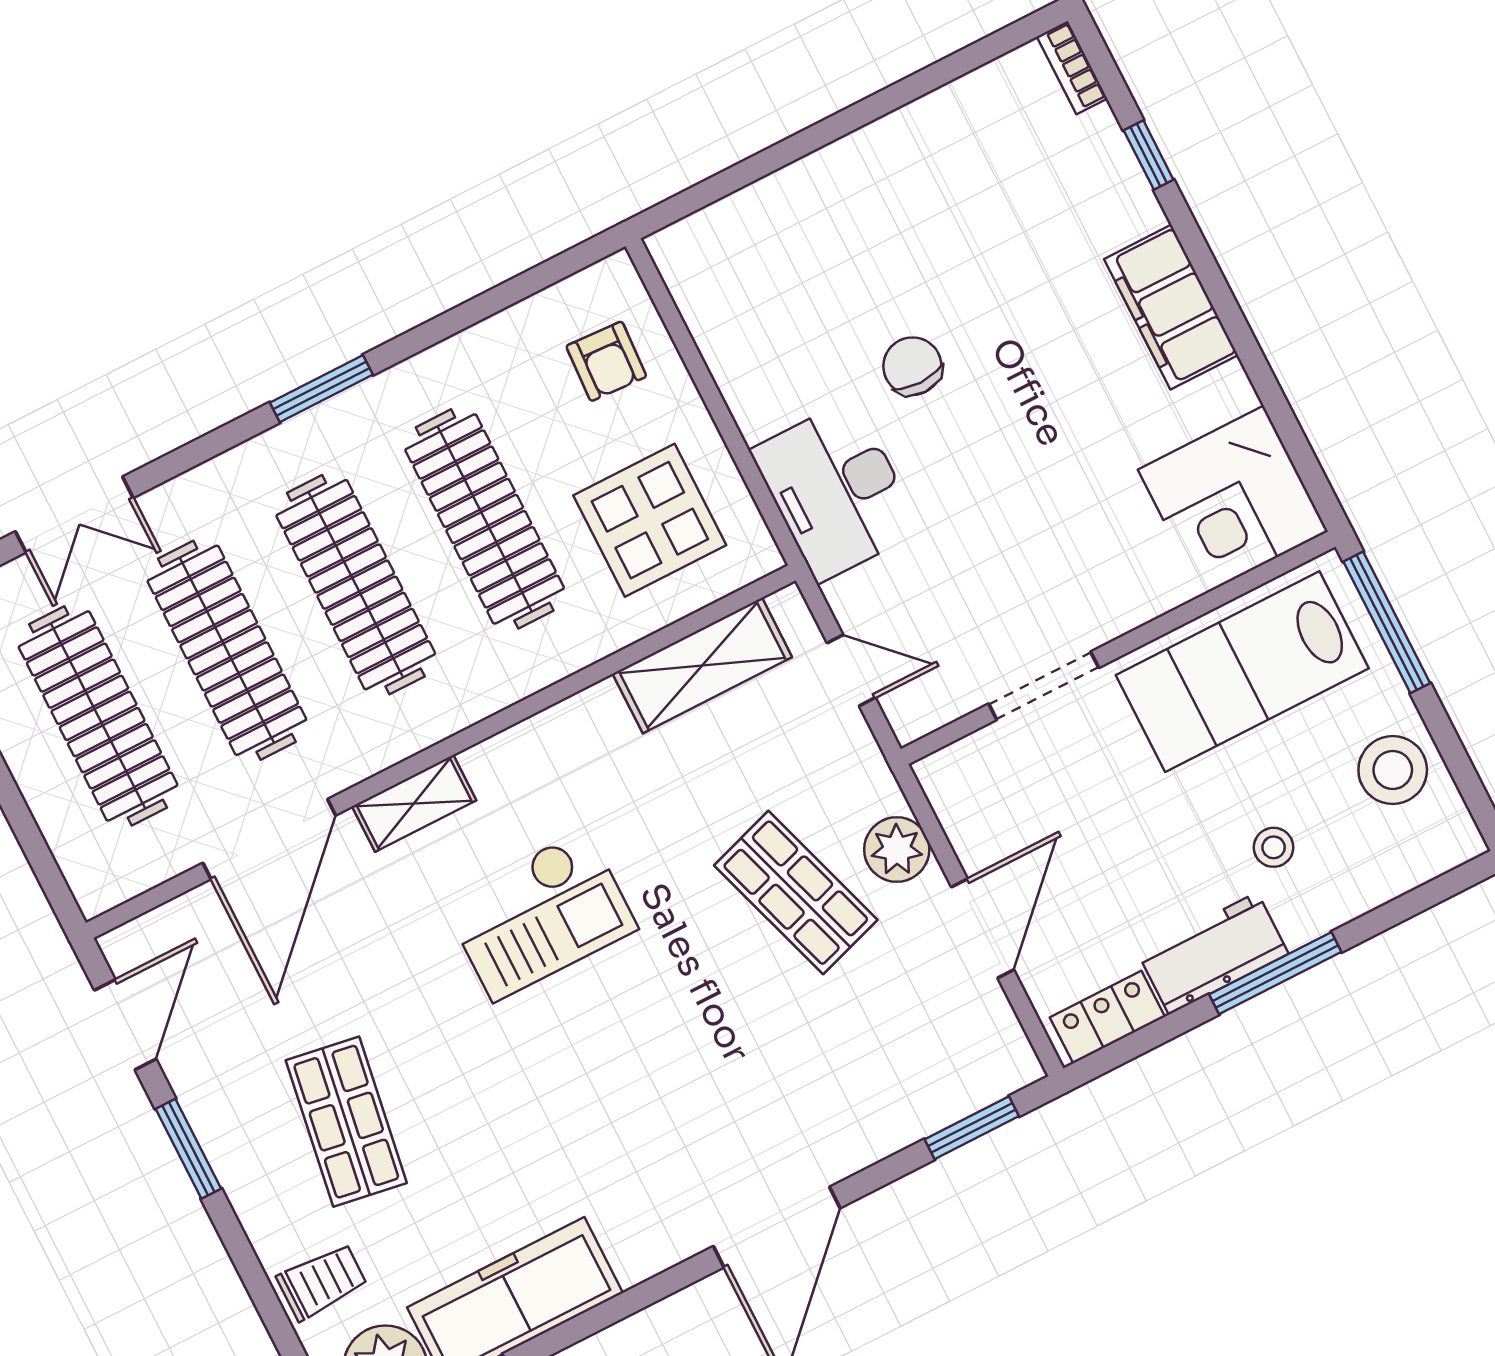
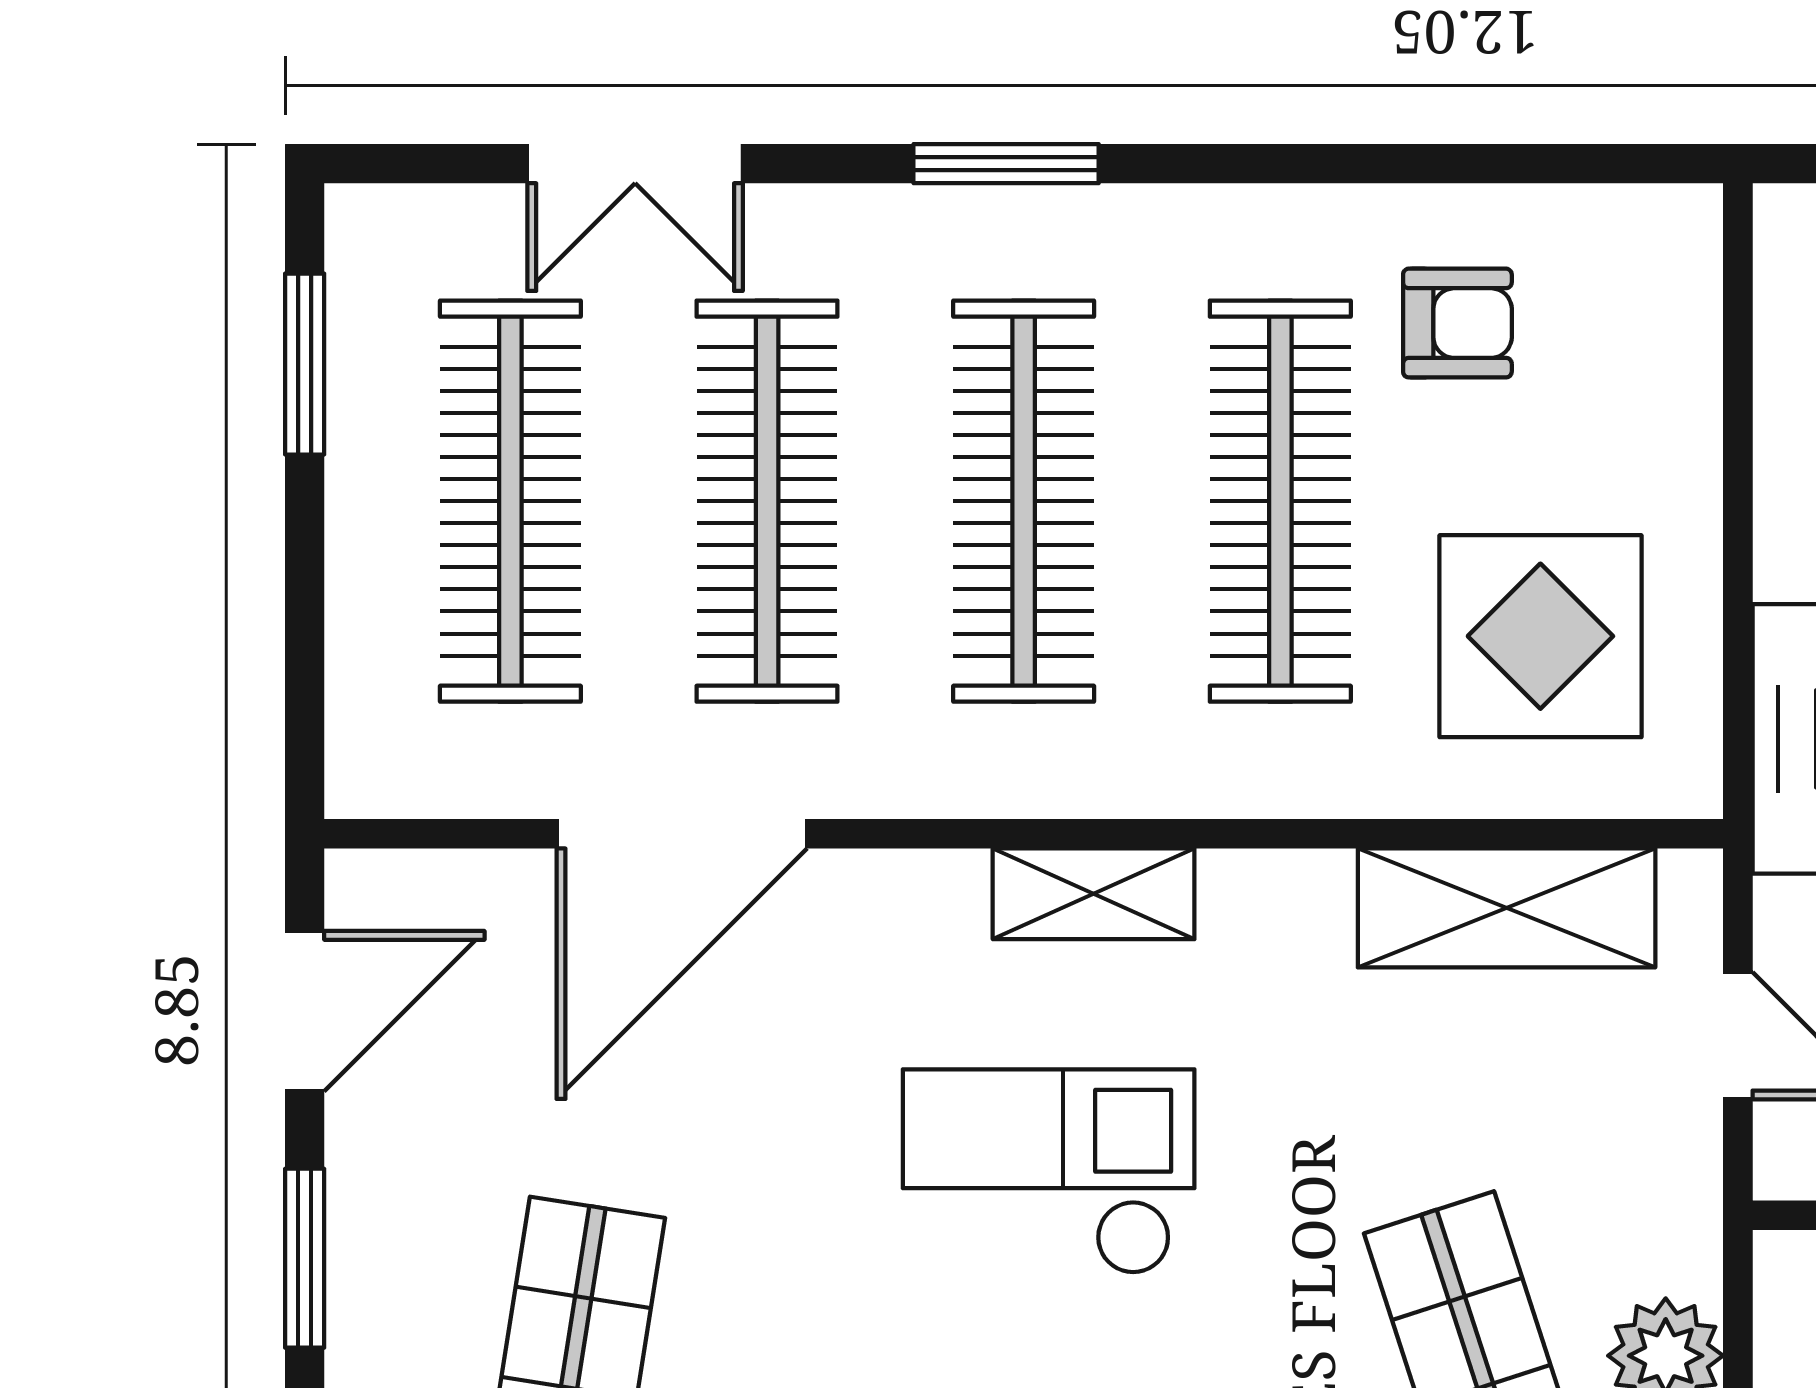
armchair: (606, 361) -> (1457, 323), moved, turned -93
window: (321, 389) -> (1006, 164), moved
shelving: (414, 803) -> (1094, 894), moved
checkout: (540, 915) -> (1049, 1172), turned 180

